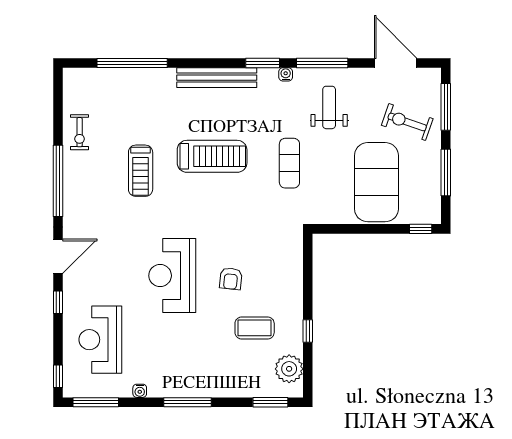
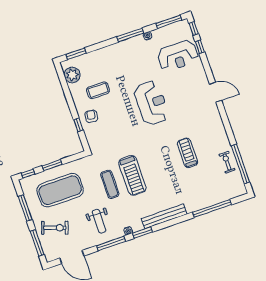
treadmill: (212, 156) -> (132, 175), moved, turned -90
window: (58, 181) -> (240, 164), moved
exercise mat: (376, 182) -> (60, 190), turned 90
window: (375, 229) -> (52, 165), added
door: (58, 256) -> (216, 92), swing flipped
armchair: (231, 279) -> (91, 116), moved
window: (58, 302) -> (200, 47), moved
window: (308, 331) -> (78, 125), moved
reception desk: (100, 340) -> (178, 56), turned 90
window: (187, 402) -> (130, 35), moved

